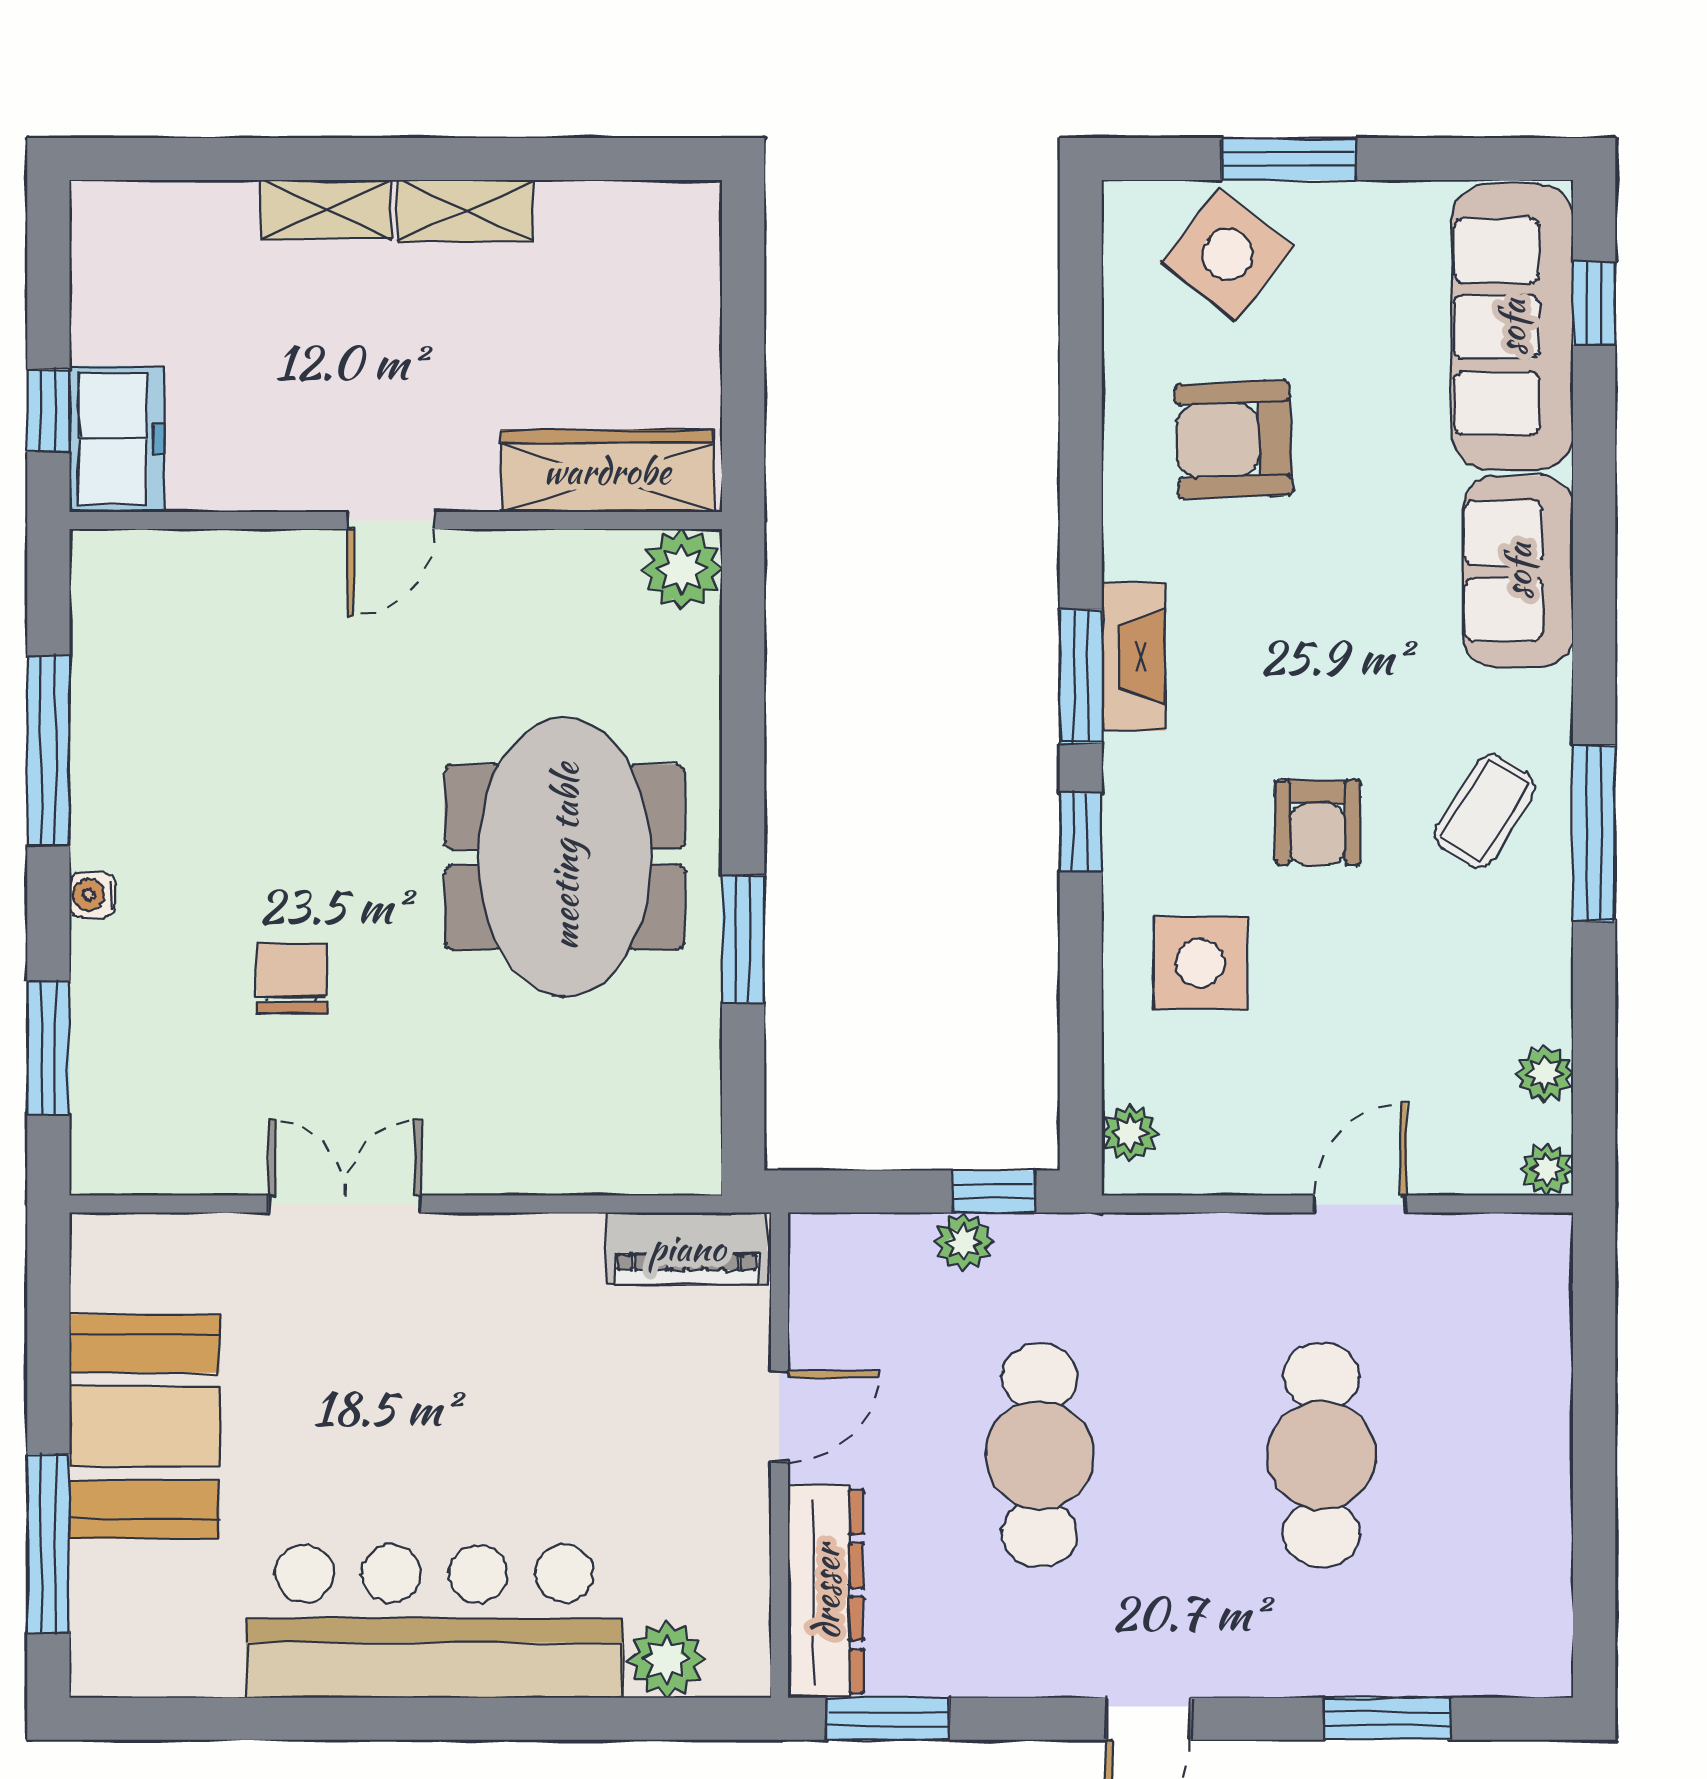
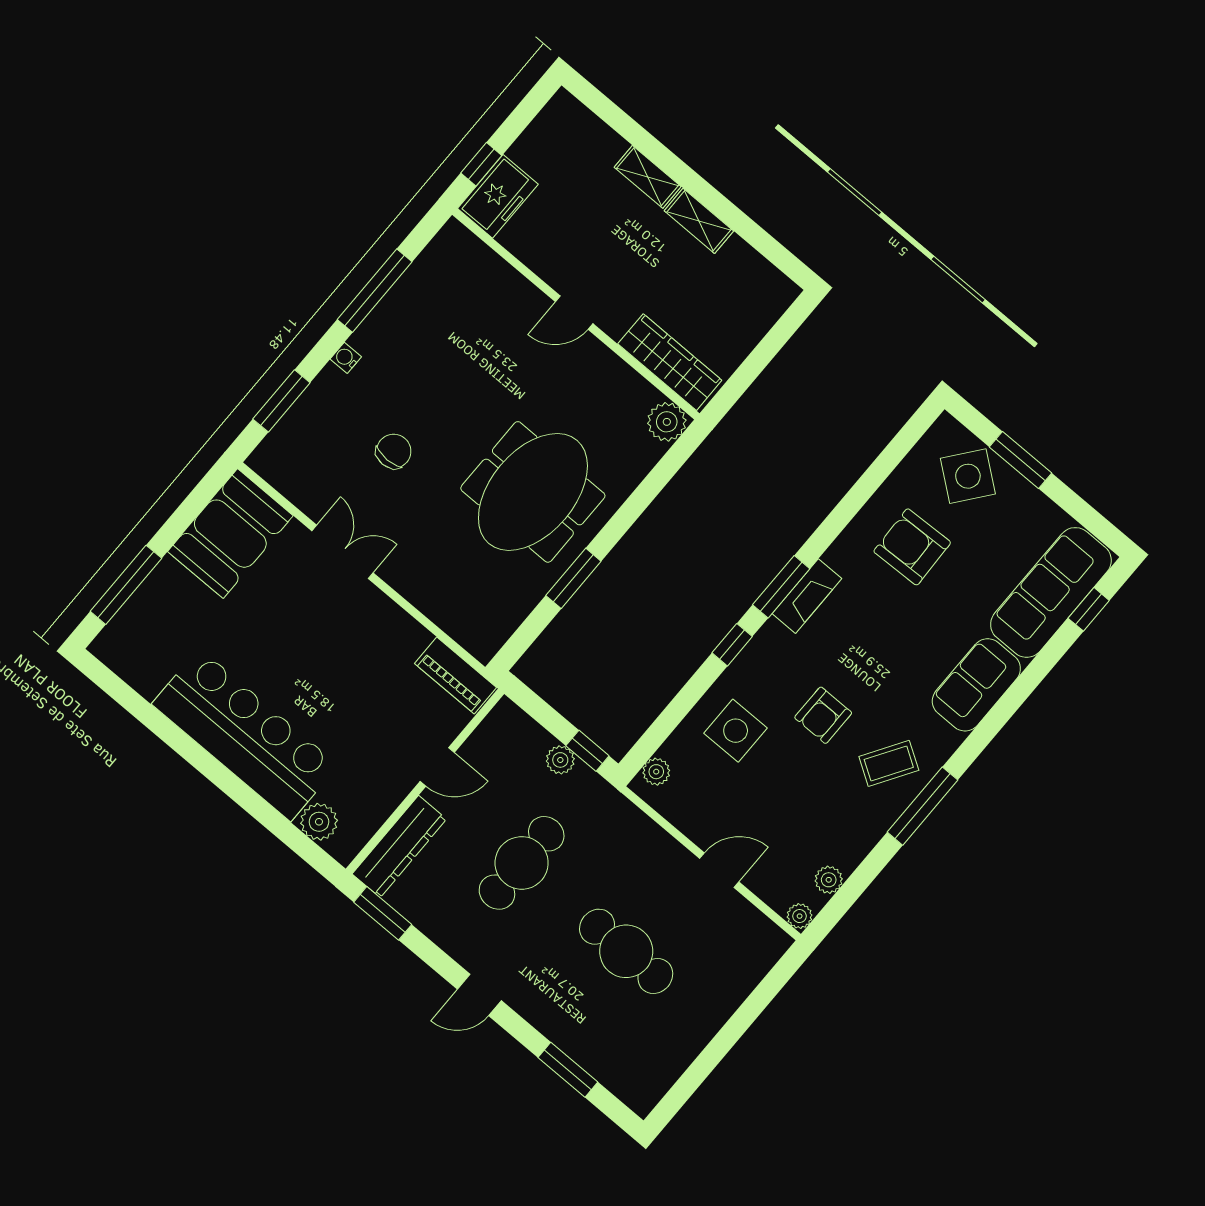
booth: (144, 1426) -> (230, 534), moved
cafe table: (1321, 1455) -> (626, 951), turned 90

